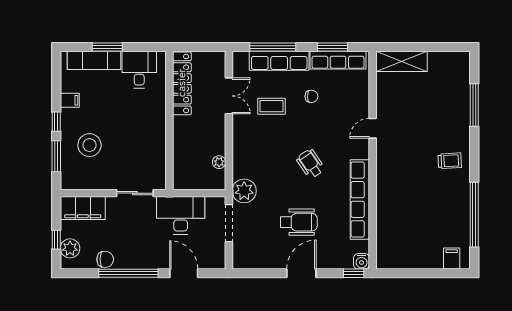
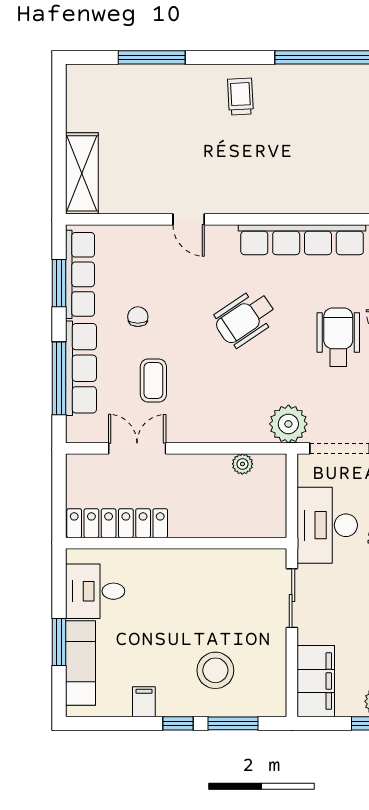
wheelchair: (310, 164) -> (245, 318), width x1.36, depth x1.37

